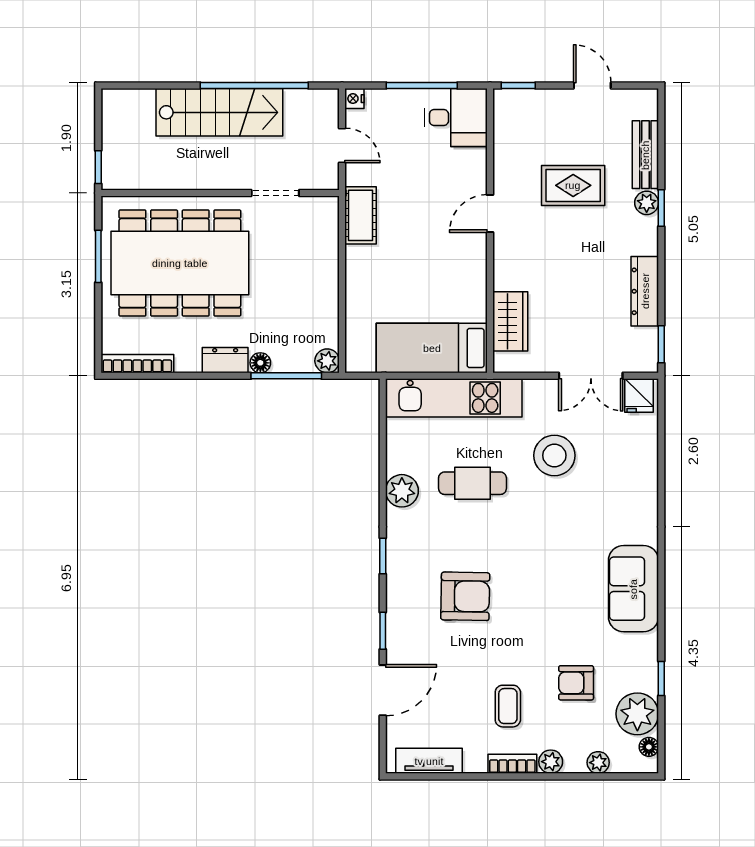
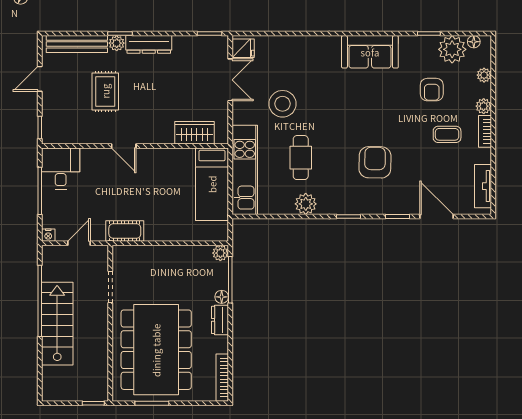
bench: (645, 155) -> (77, 44), width x1.36
dresser: (645, 291) -> (149, 44), moved

